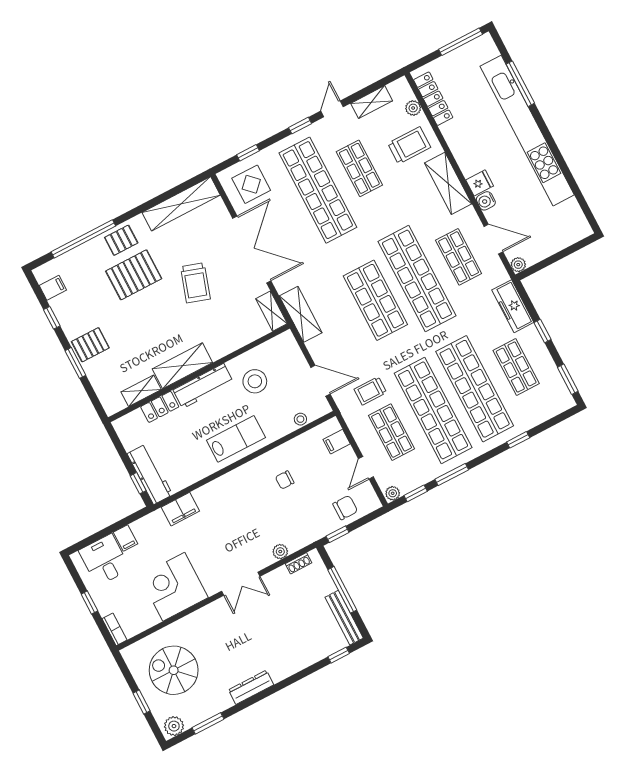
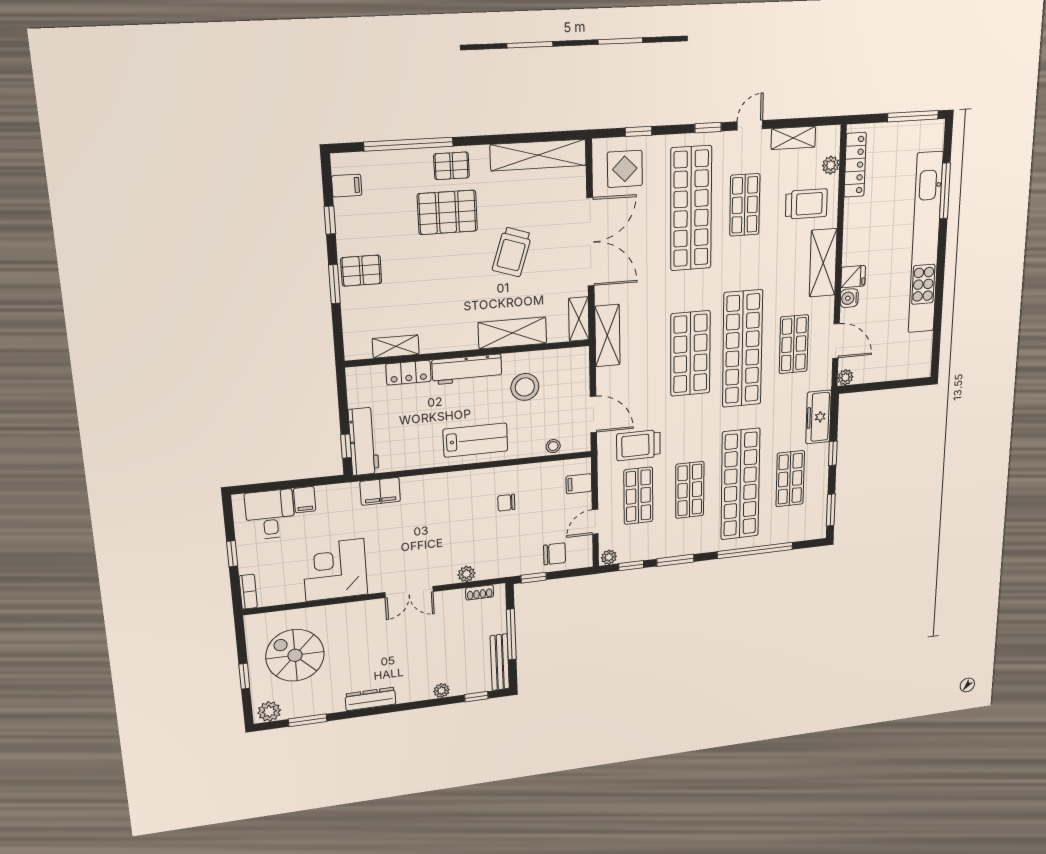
shelving: (182, 366) -> (512, 333), moved
trolley: (370, 391) -> (638, 445), width x1.36, depth x1.39
shop shelf: (433, 410) -> (690, 490), width x0.50, depth x0.74
window: (518, 440) -> (755, 550), width x3.17
plant: (307, 660) -> (442, 691), added

